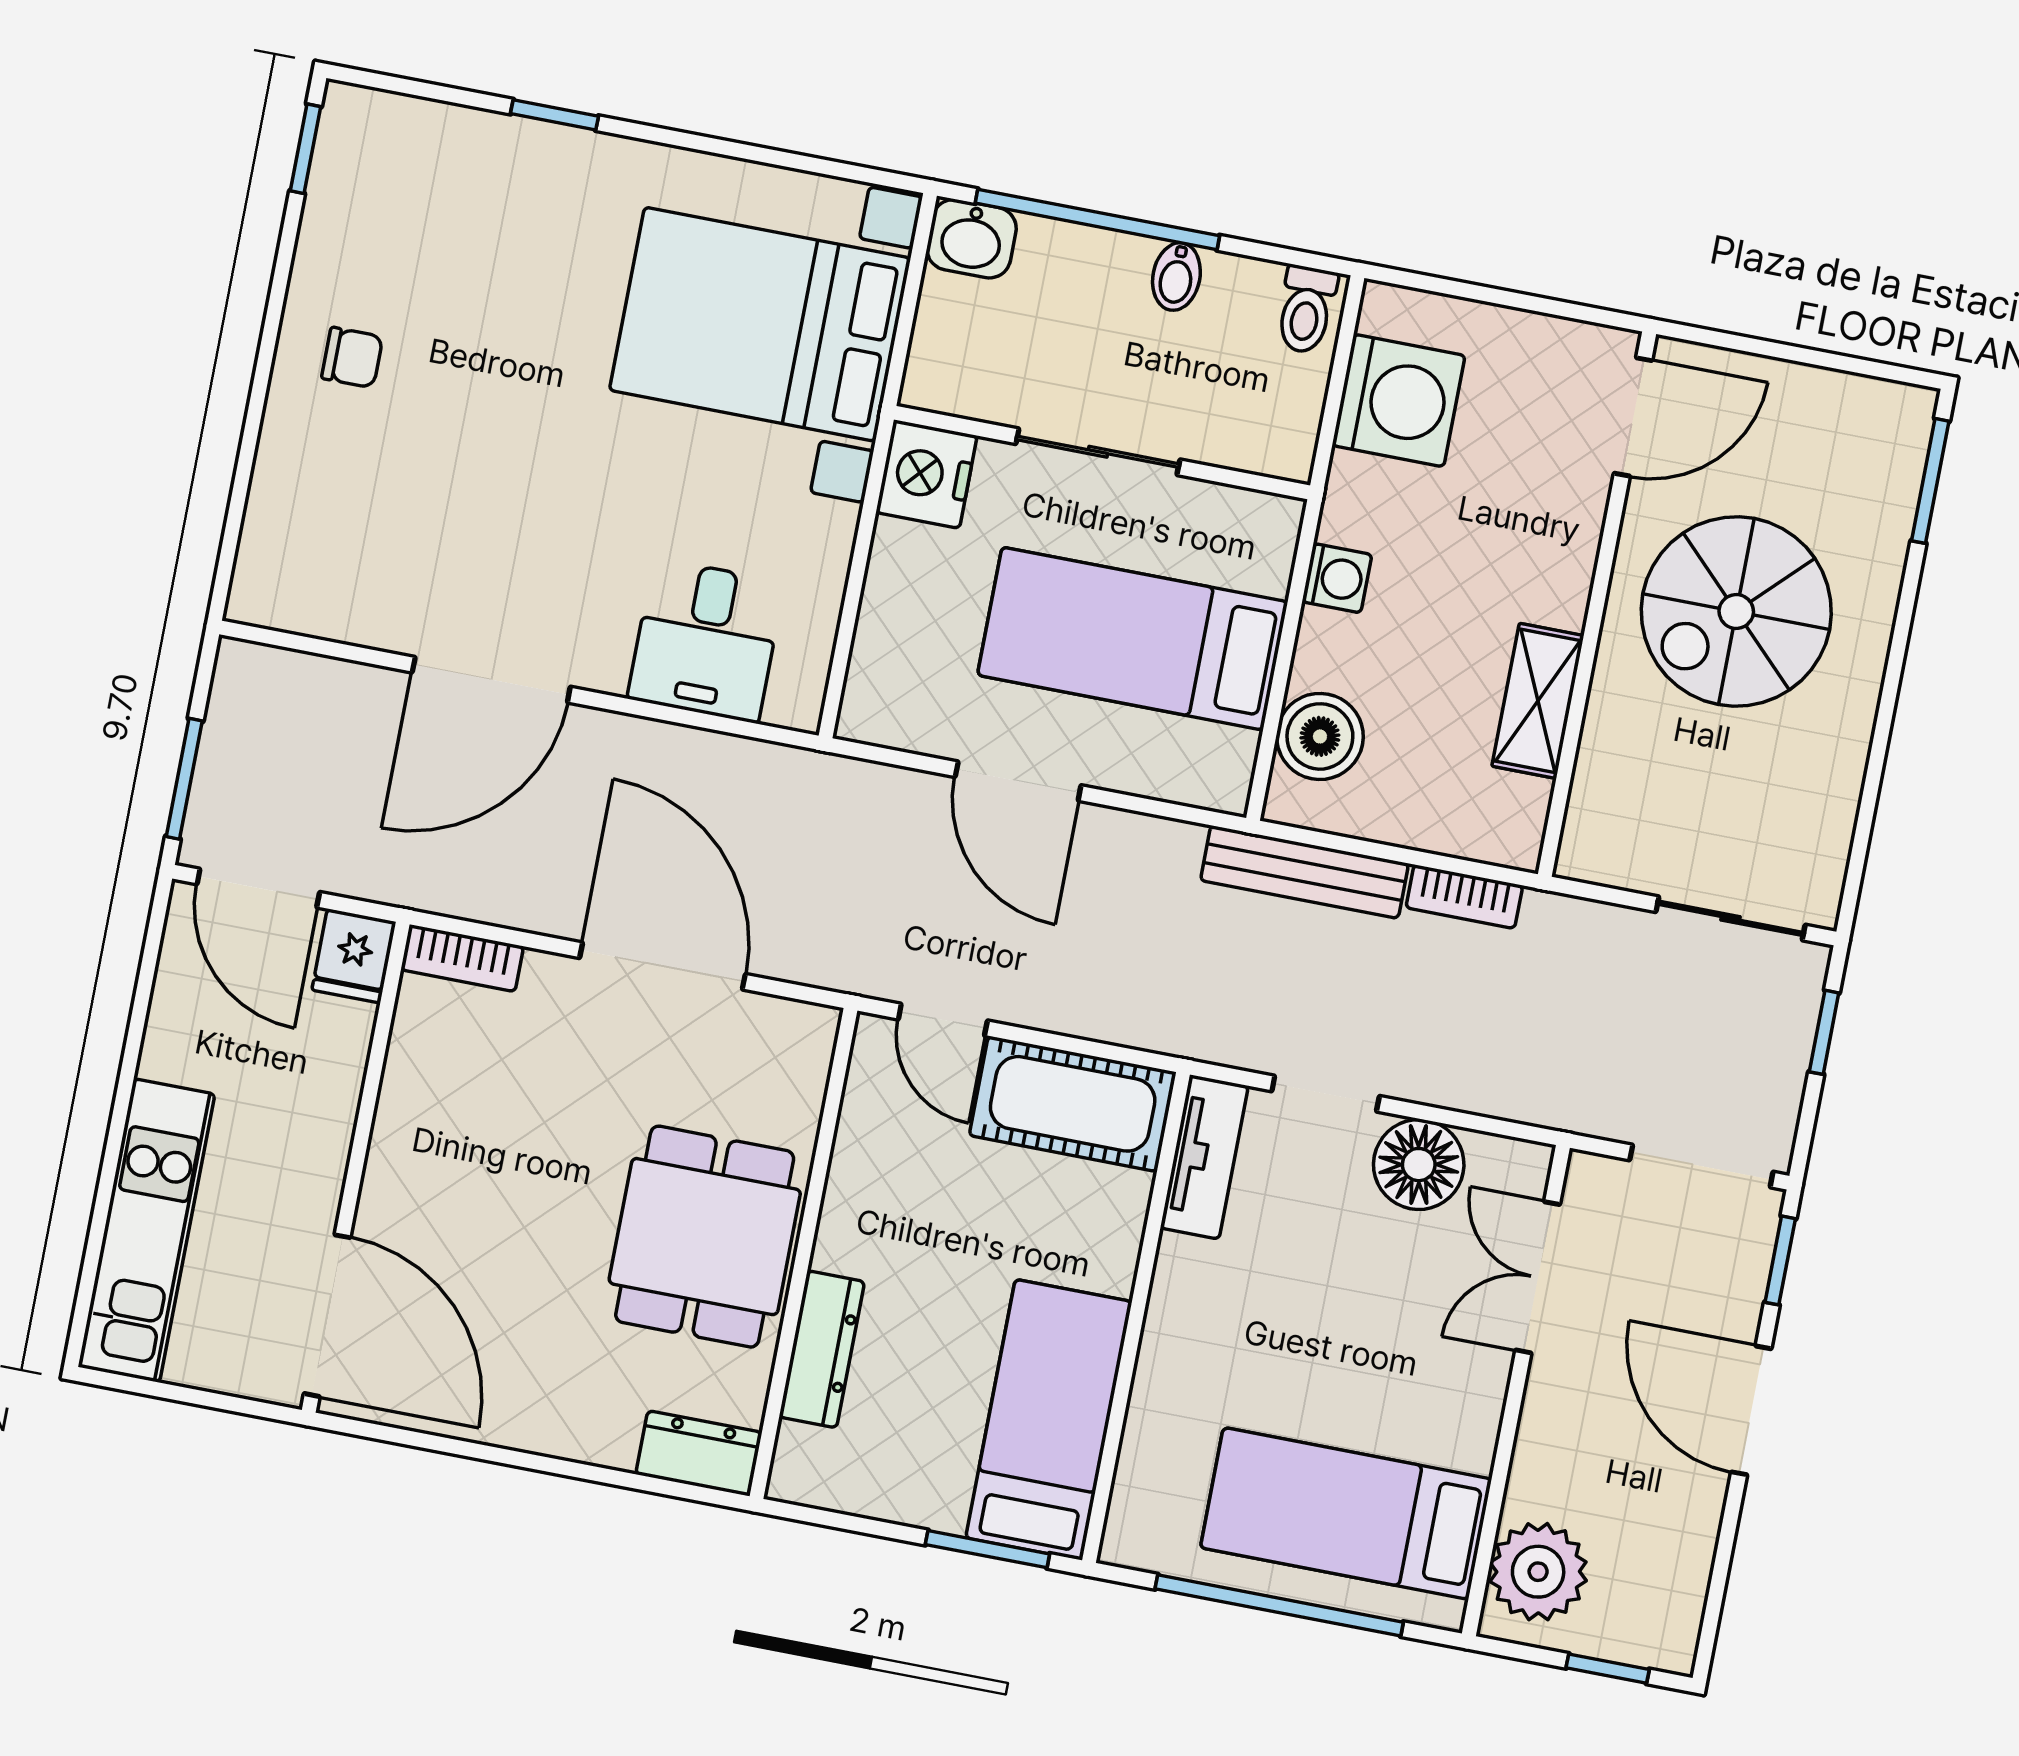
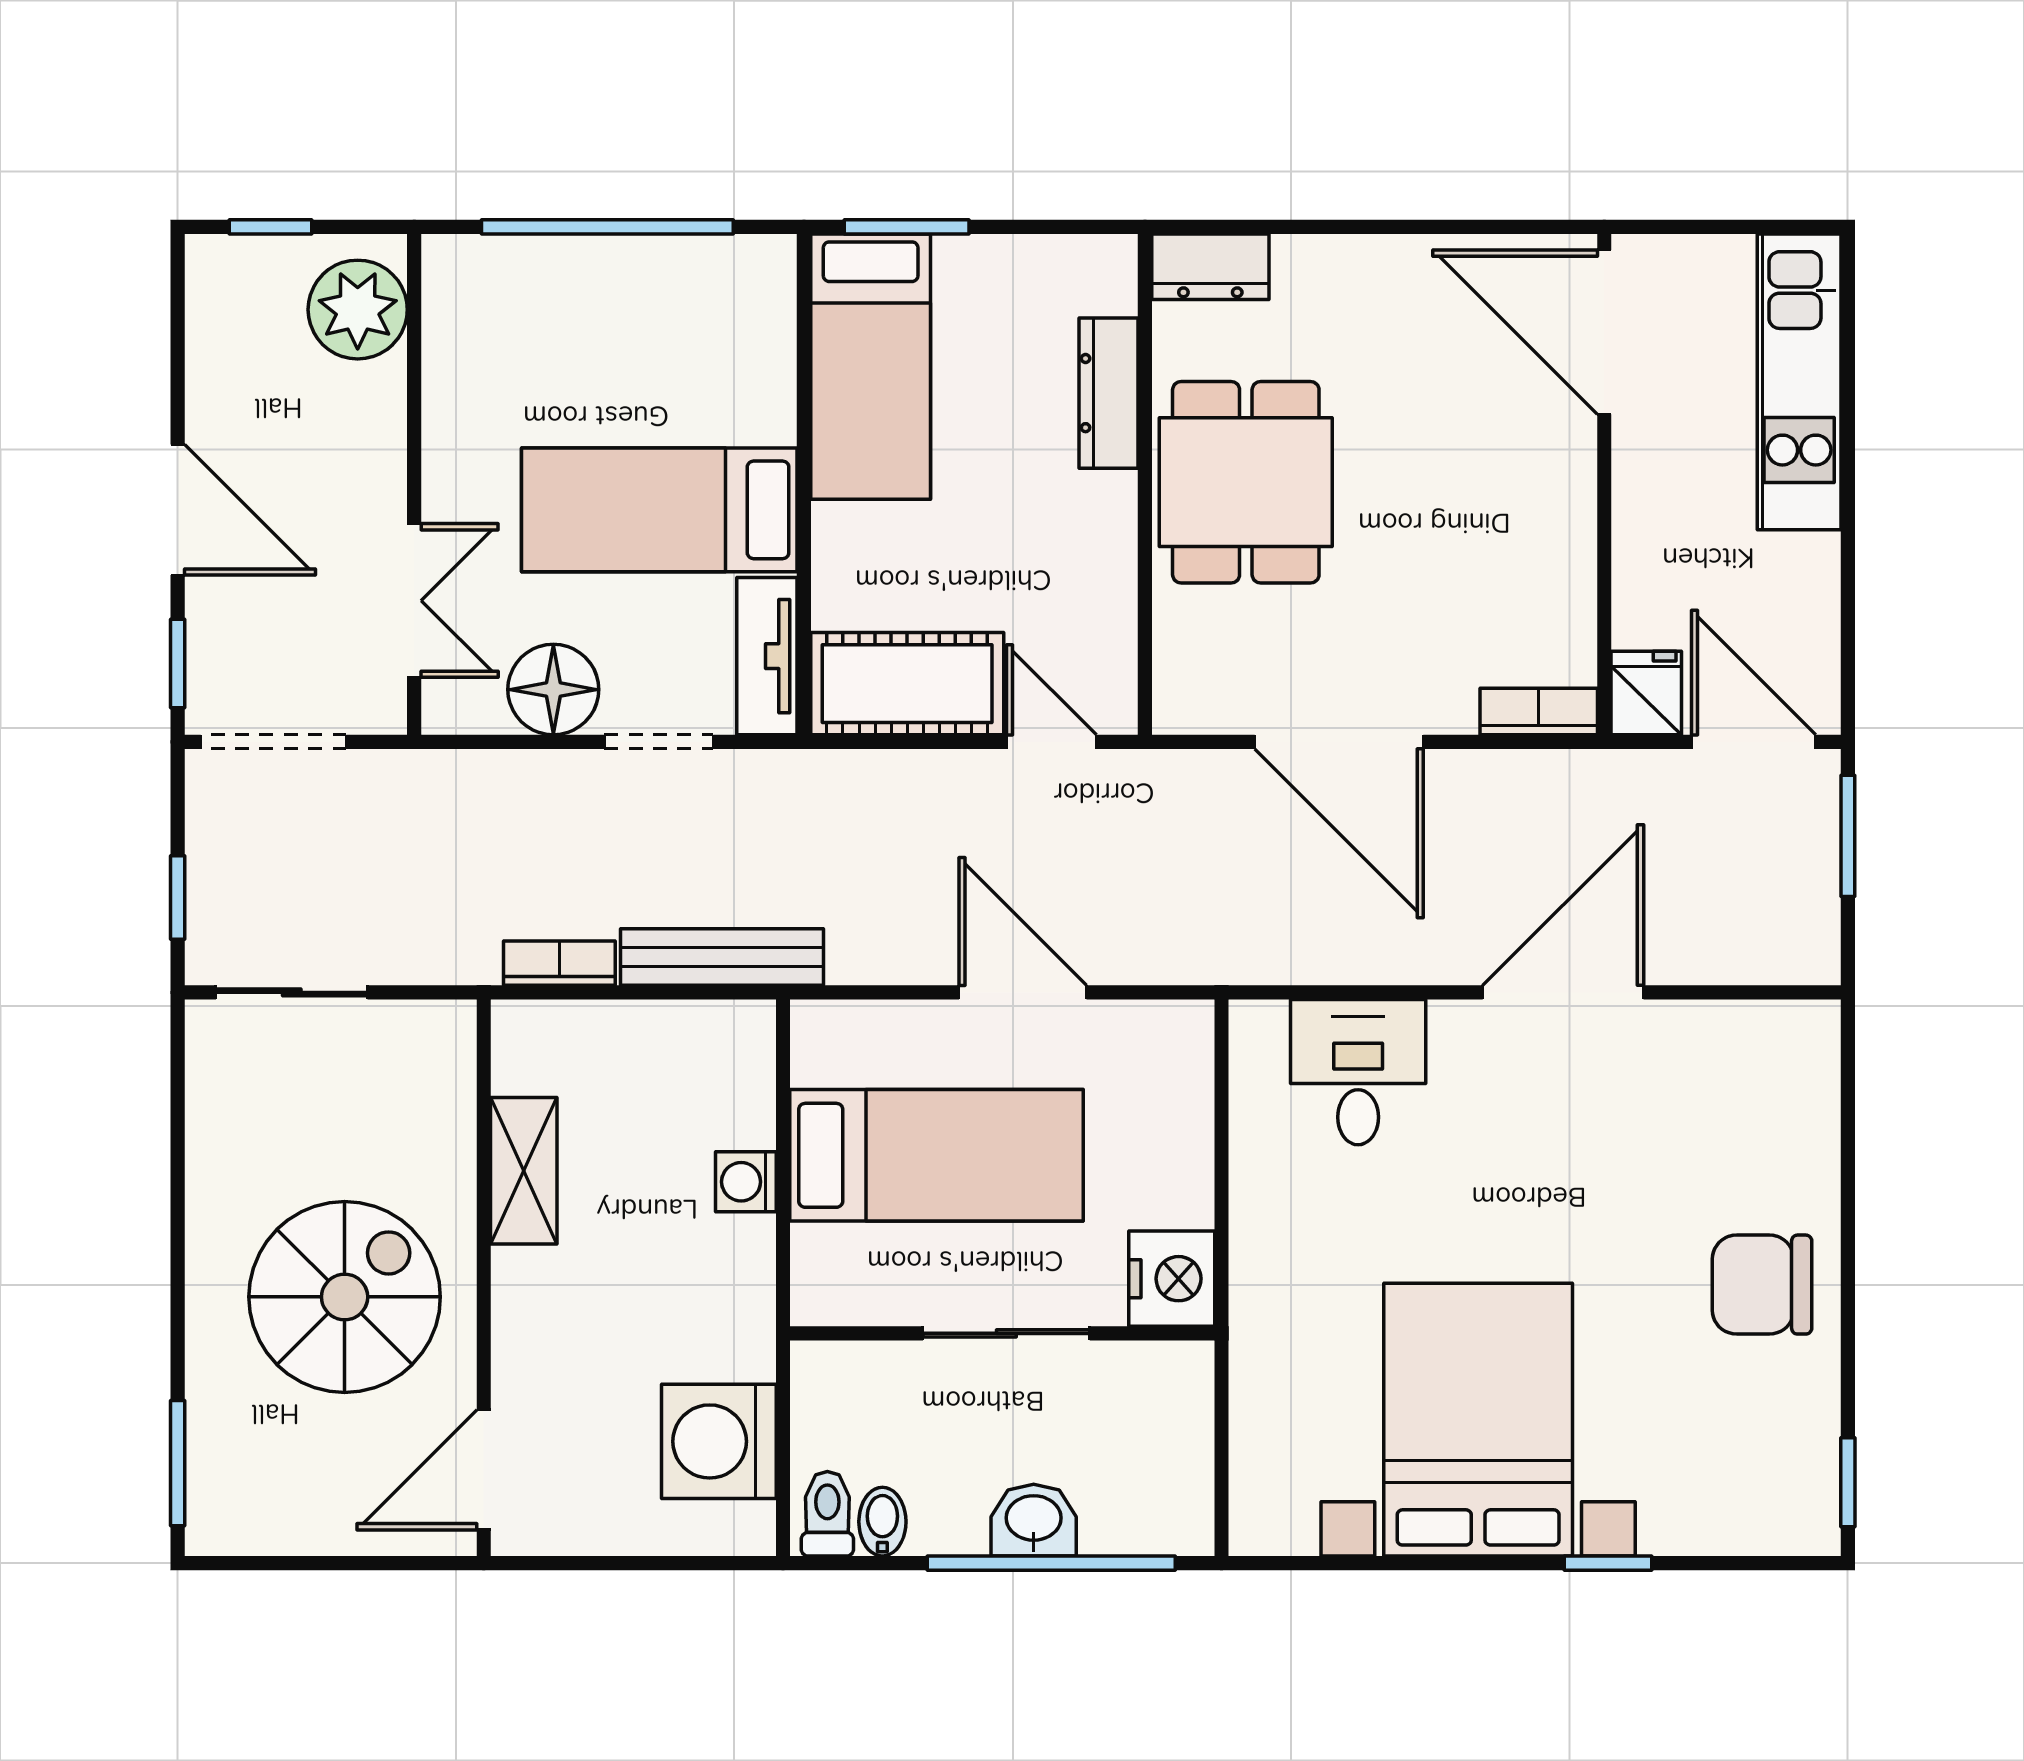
washbasin: (972, 239) -> (1034, 1520), moved
bidet: (1176, 277) -> (882, 1522), moved
bed with nightstands: (760, 324) -> (1478, 1420), moved, turned -90
chair: (352, 358) -> (1762, 1285), width x1.87, depth x1.87
washing machine: (1337, 578) -> (746, 1182), moved
boiler: (1320, 736) -> (733, 1094), removed
bed: (1346, 1513) -> (659, 510), moved, turned 180

